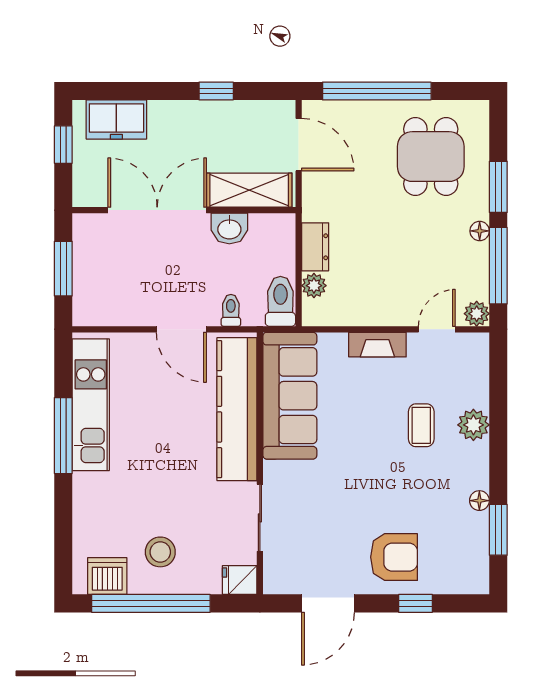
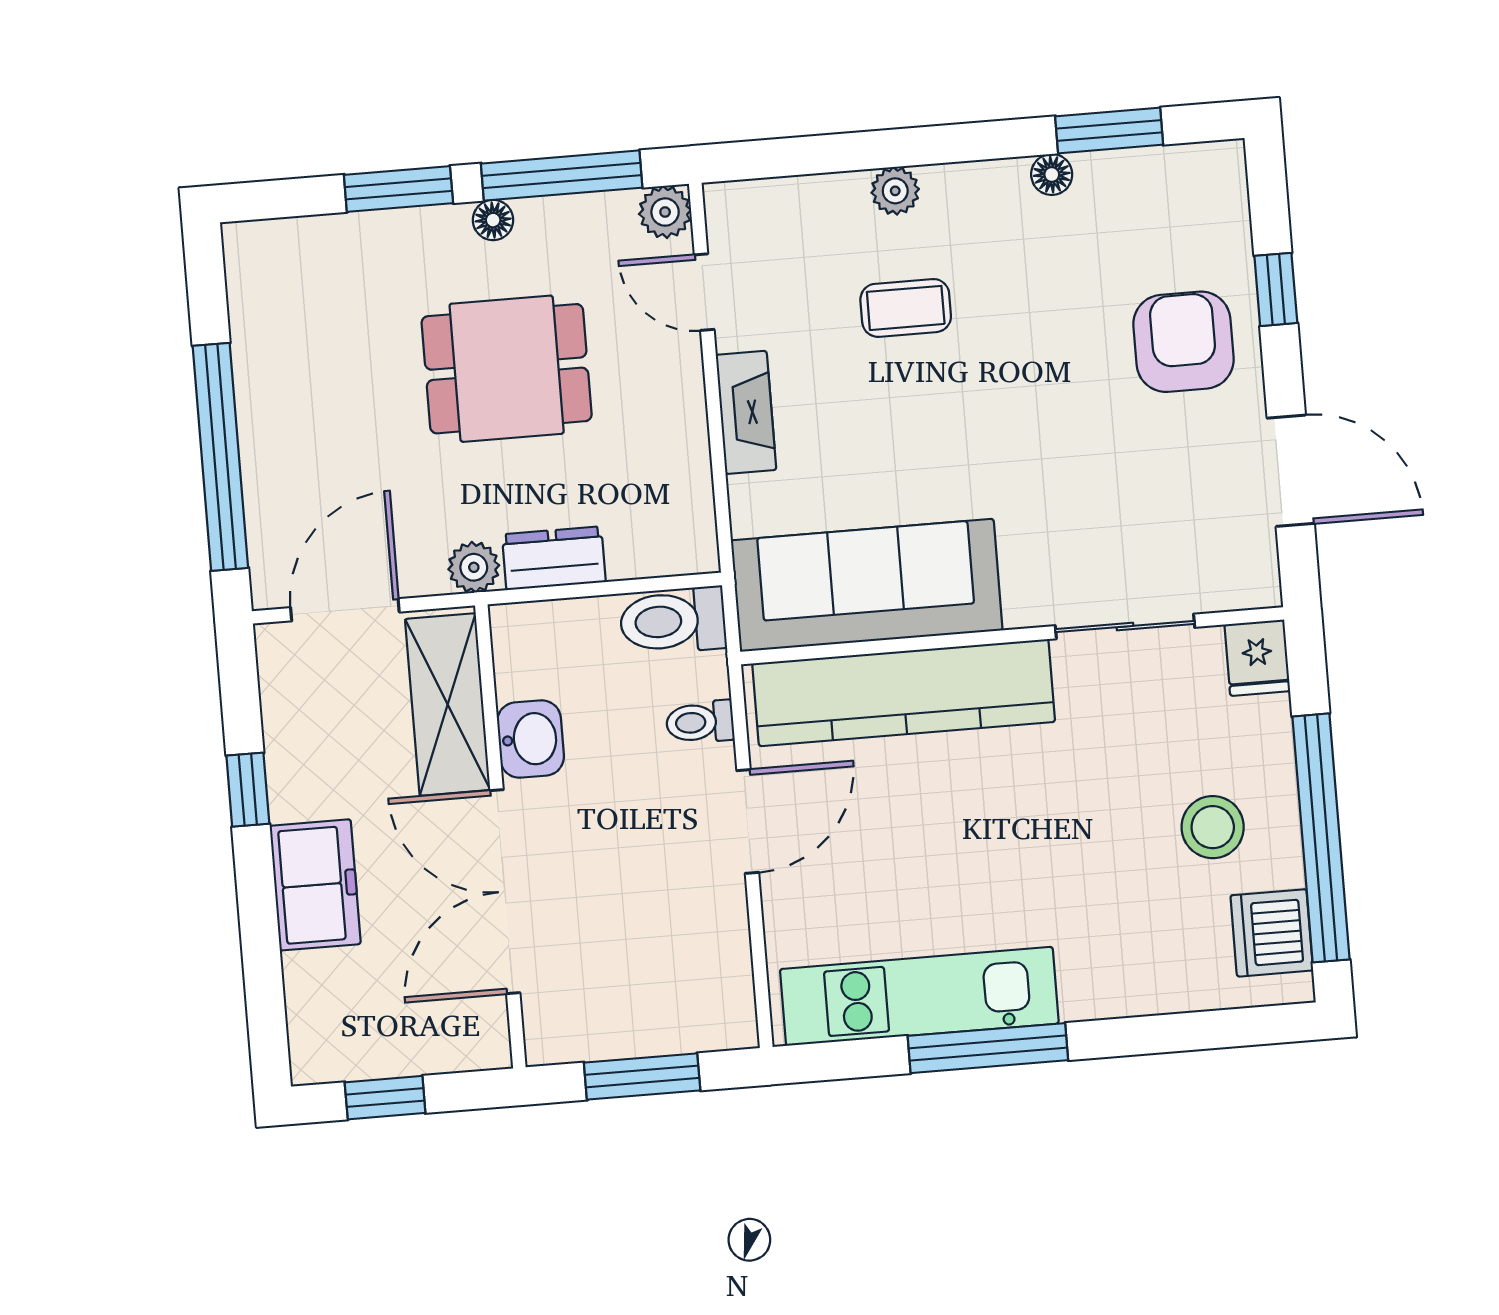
freezer: (116, 120) -> (315, 885), moved
dining table: (431, 157) -> (507, 369), moved
plant: (314, 286) -> (474, 567), moved
plant: (473, 425) -> (895, 191), width x0.73, depth x0.73

